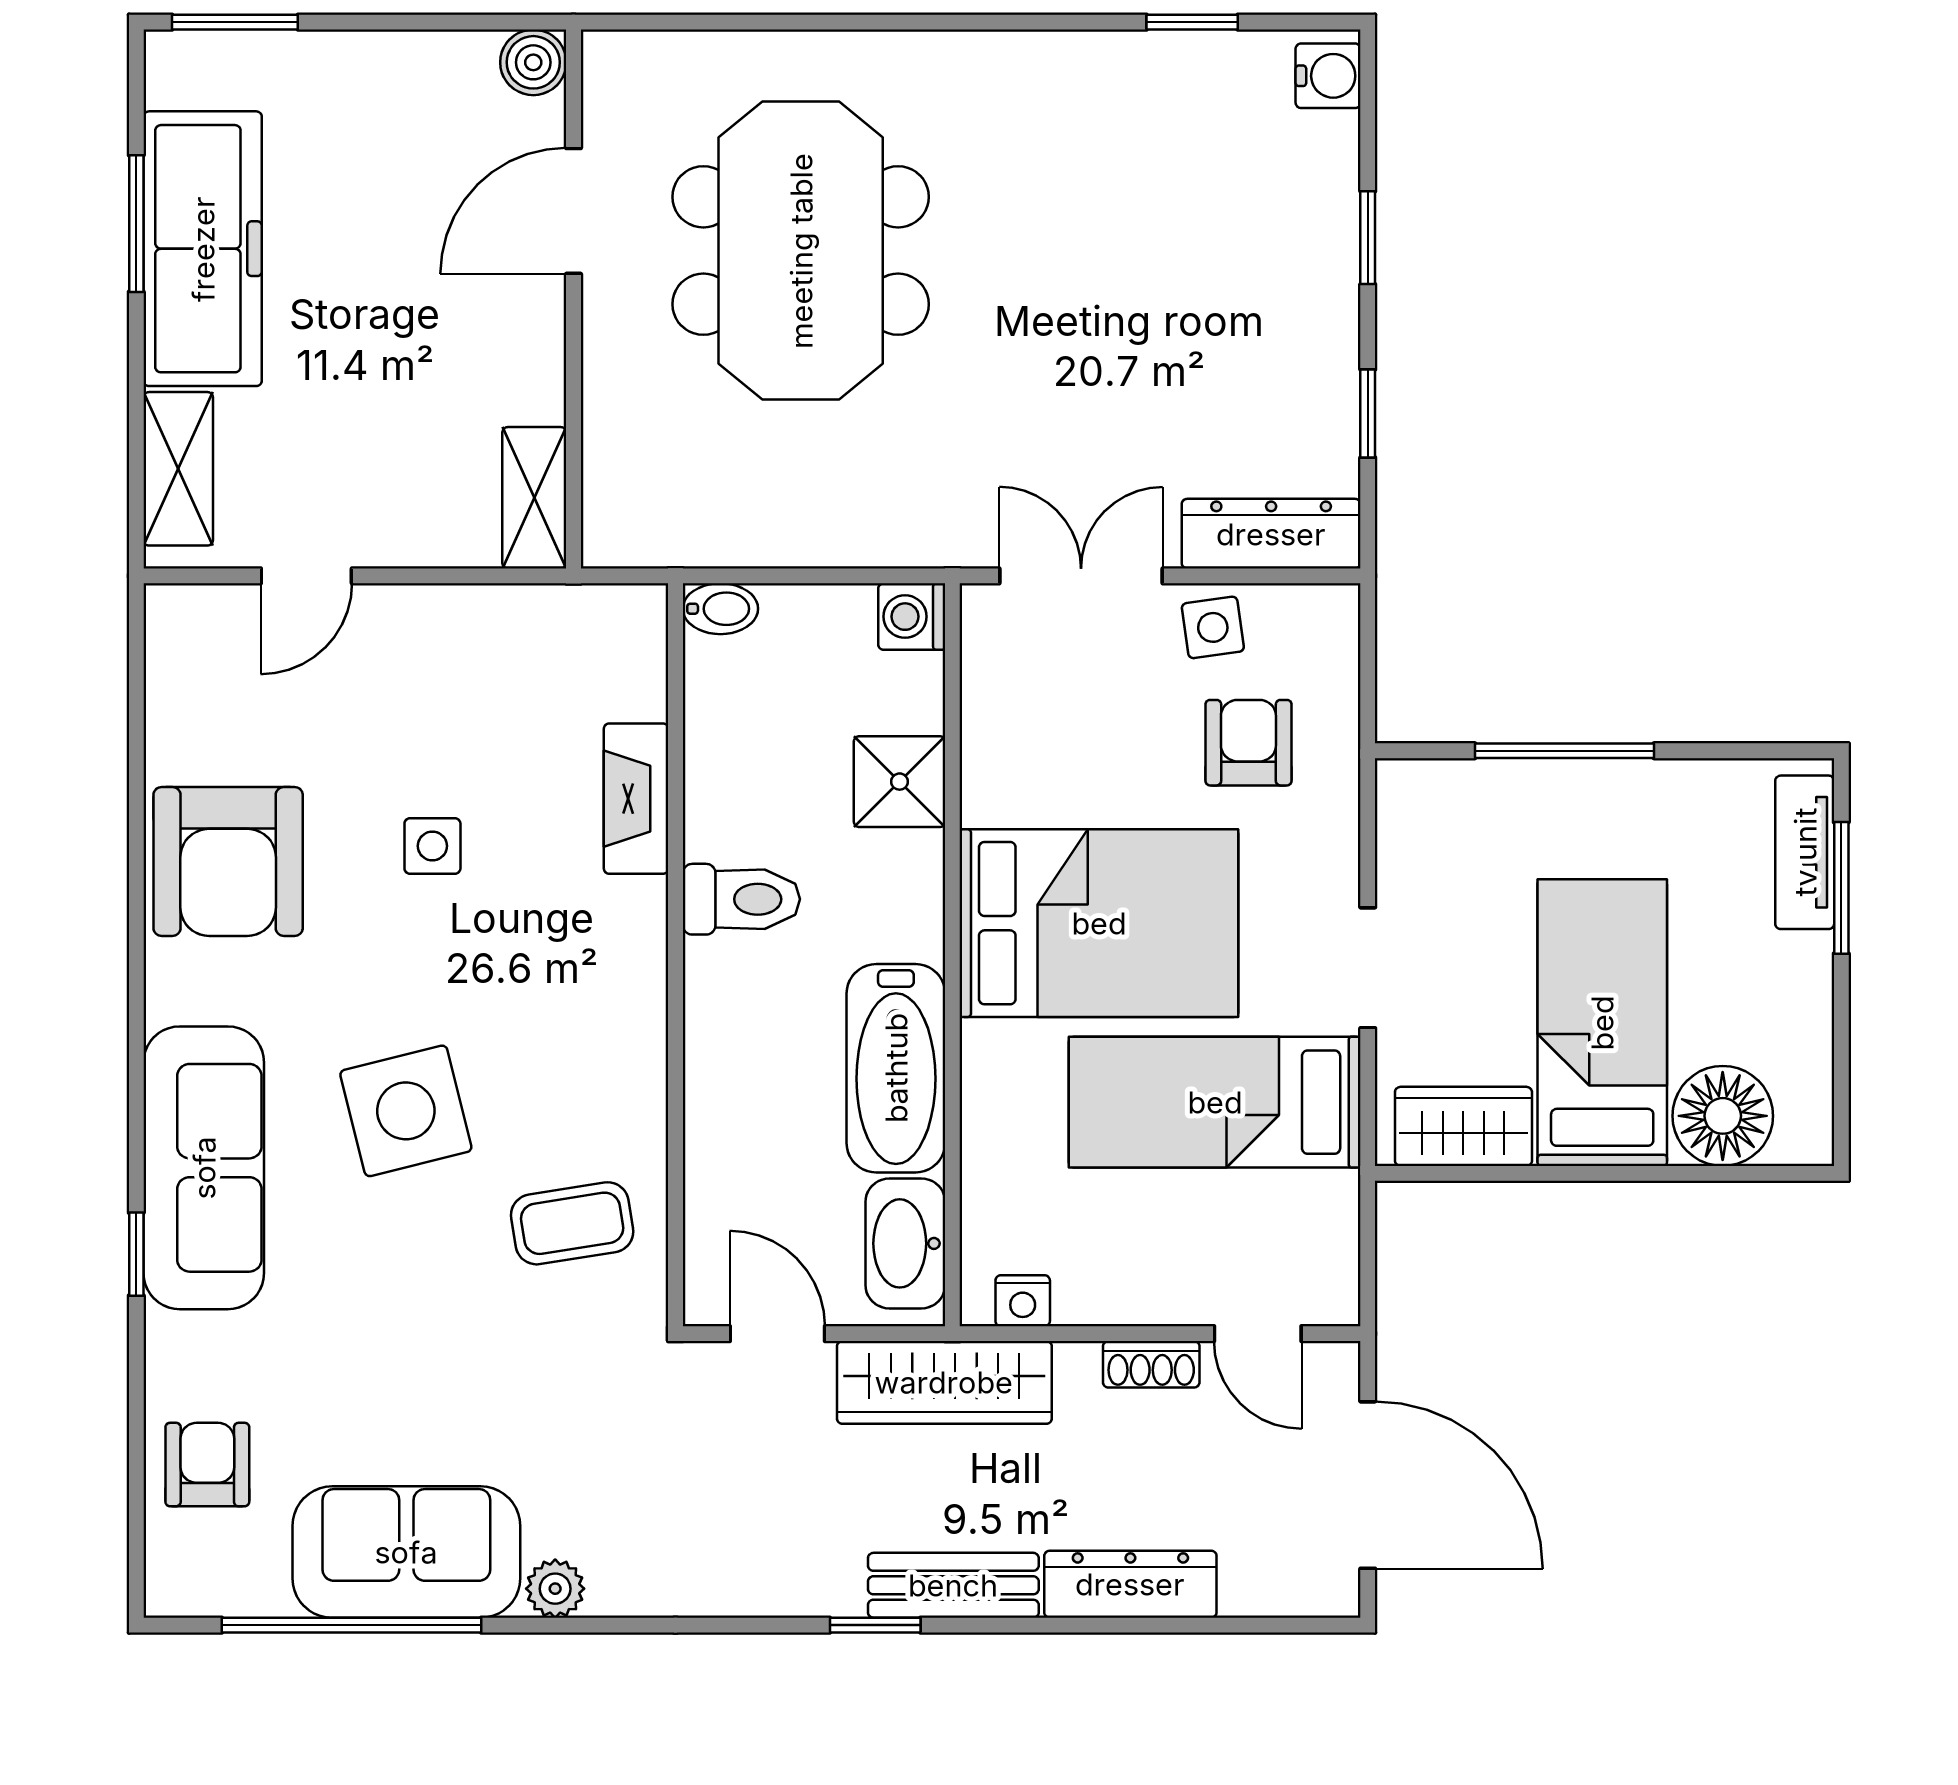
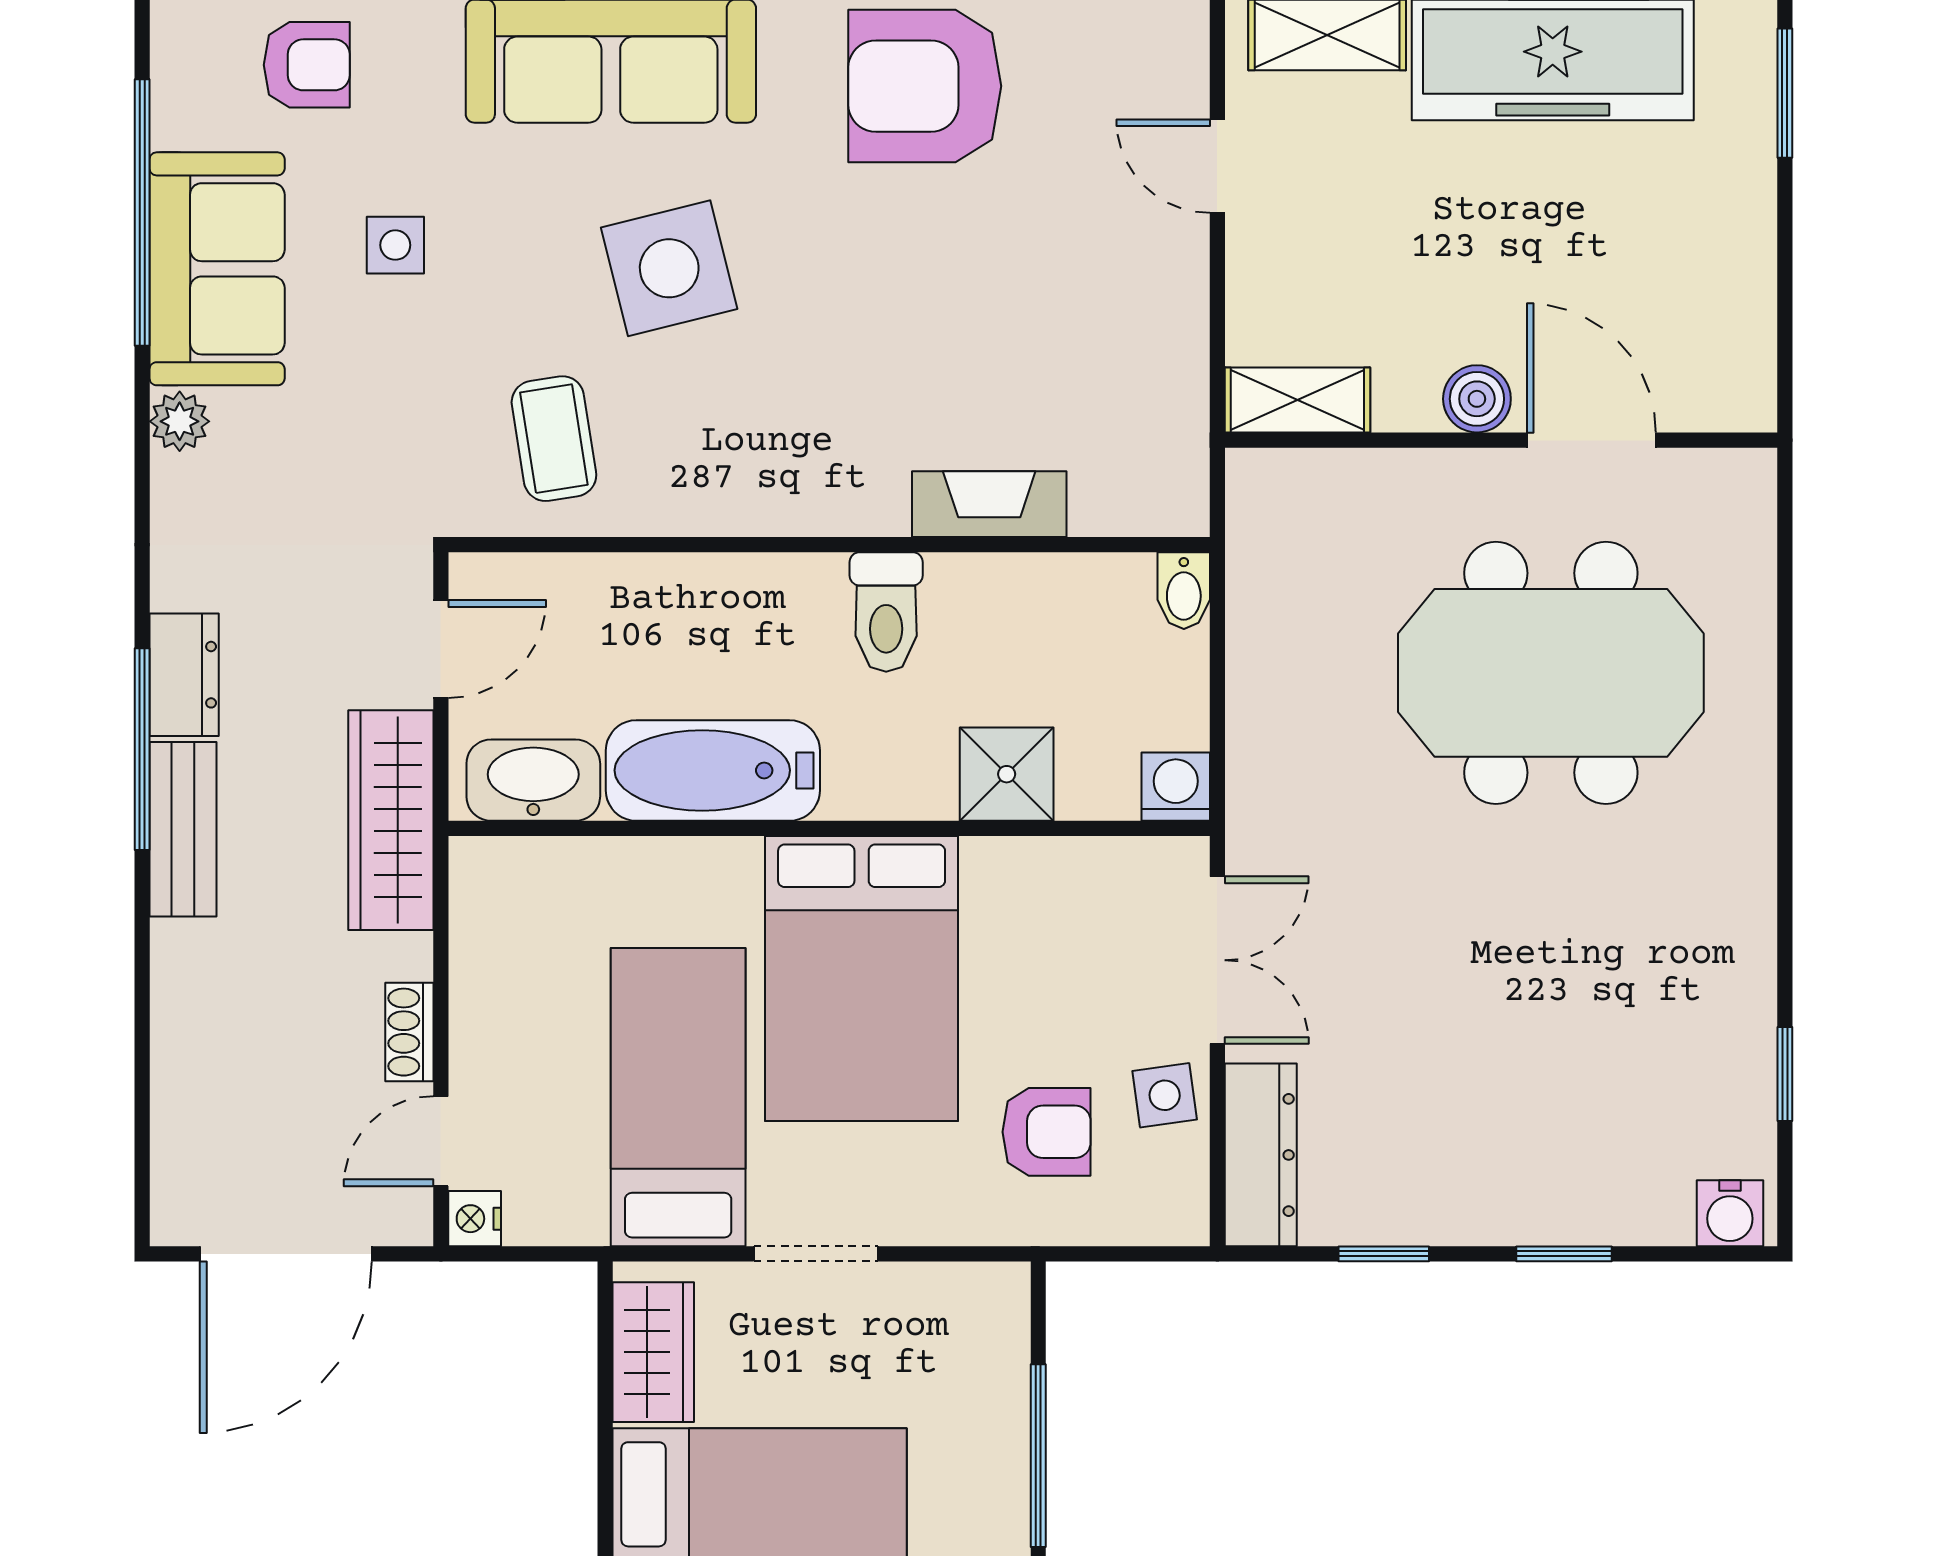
boiler: (533, 62) -> (1477, 399), moved
side table: (432, 846) -> (395, 245), moved
nightstand: (1023, 1301) -> (475, 1219), moved
dresser: (1130, 1584) -> (184, 675), moved, width x0.70
window: (875, 1625) -> (142, 749), width x2.17

